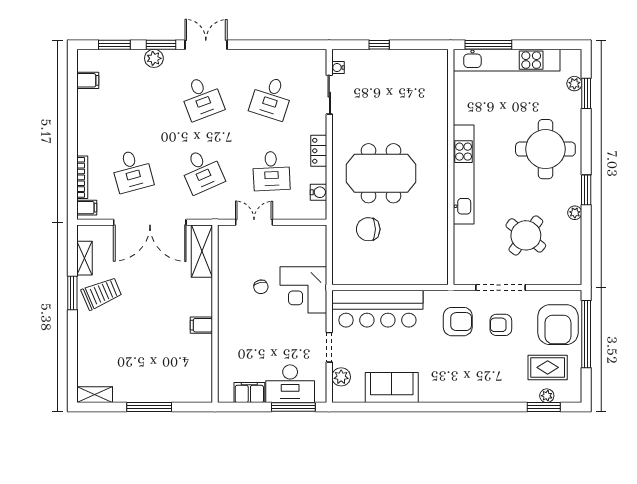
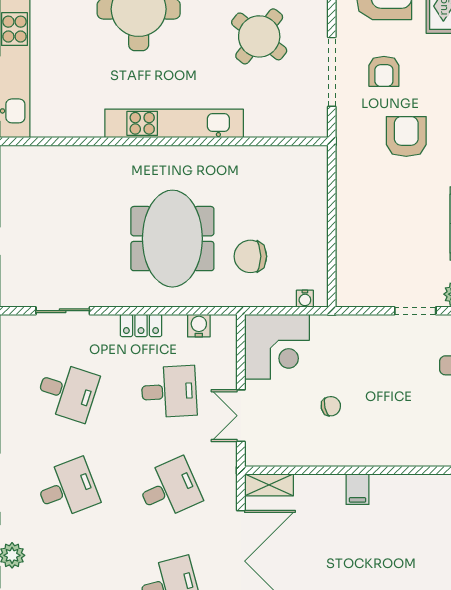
water cooler: (338, 68) -> (305, 299), moved
chair: (368, 229) -> (250, 256), turned 90
shelving: (202, 251) -> (269, 485), width x0.67, depth x0.75
corner desk: (303, 290) -> (277, 347), moved
bar counter: (377, 309) -> (361, 244), removed
armchair: (458, 322) -> (406, 137), moved
filing cabinet: (201, 325) -> (358, 489), moved

